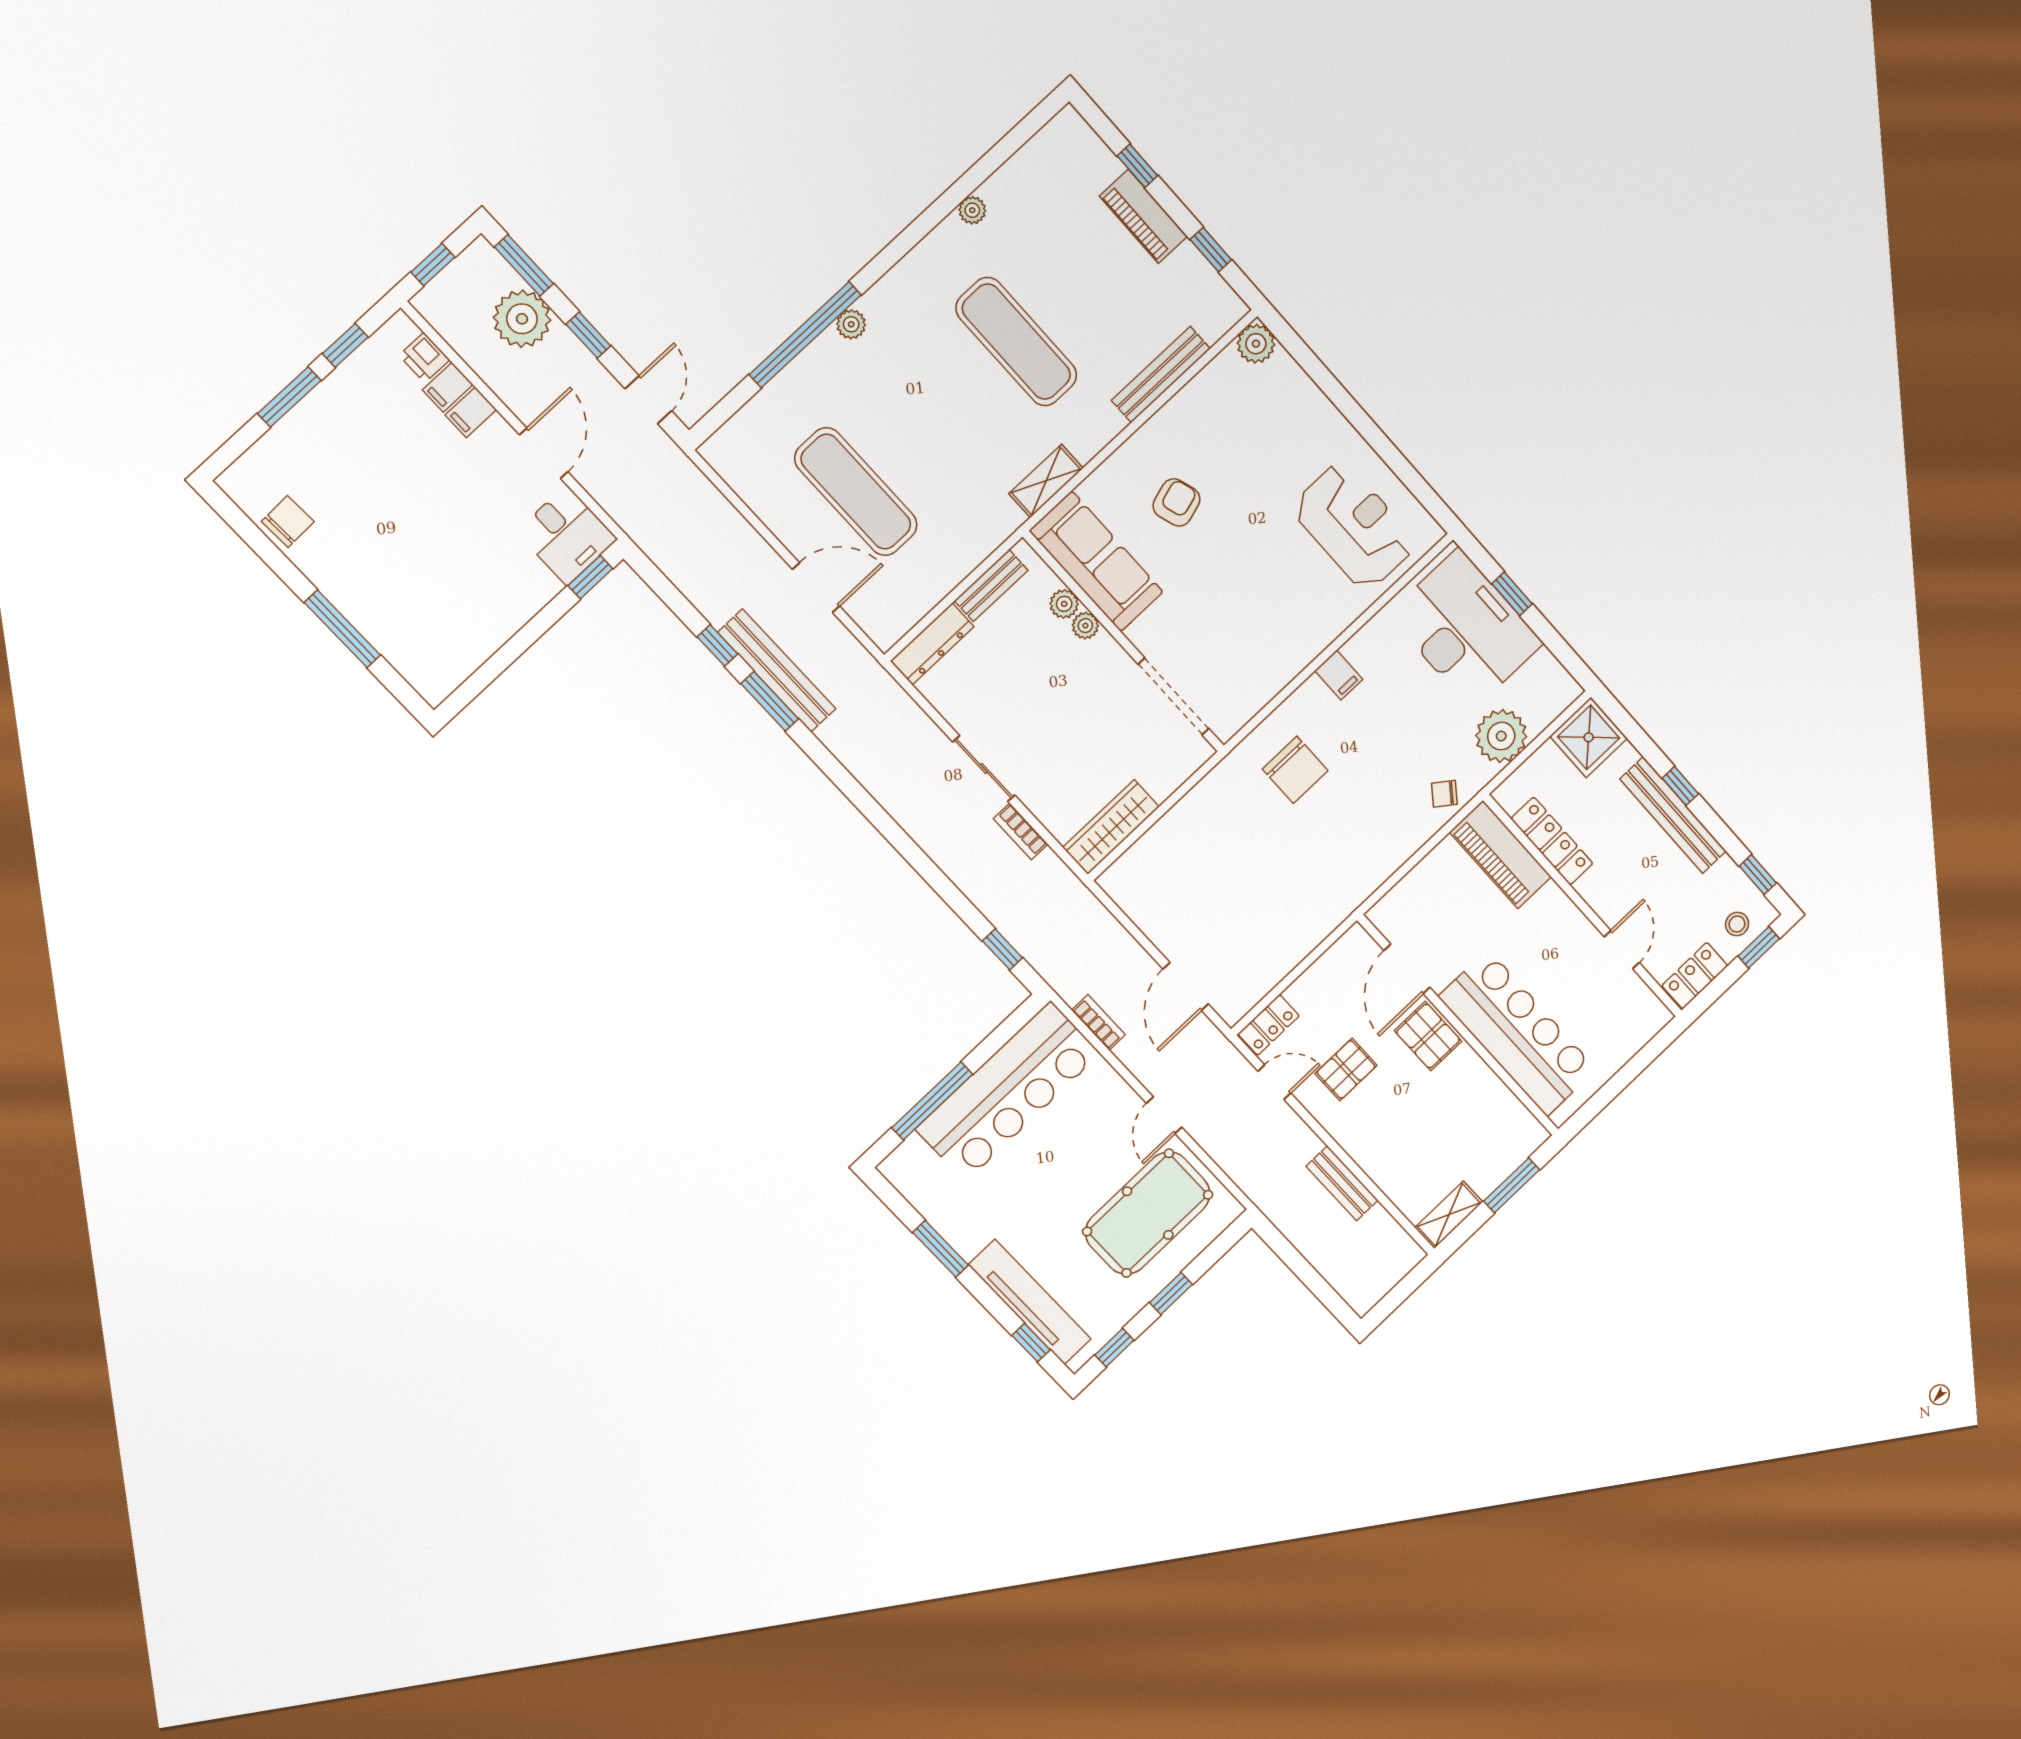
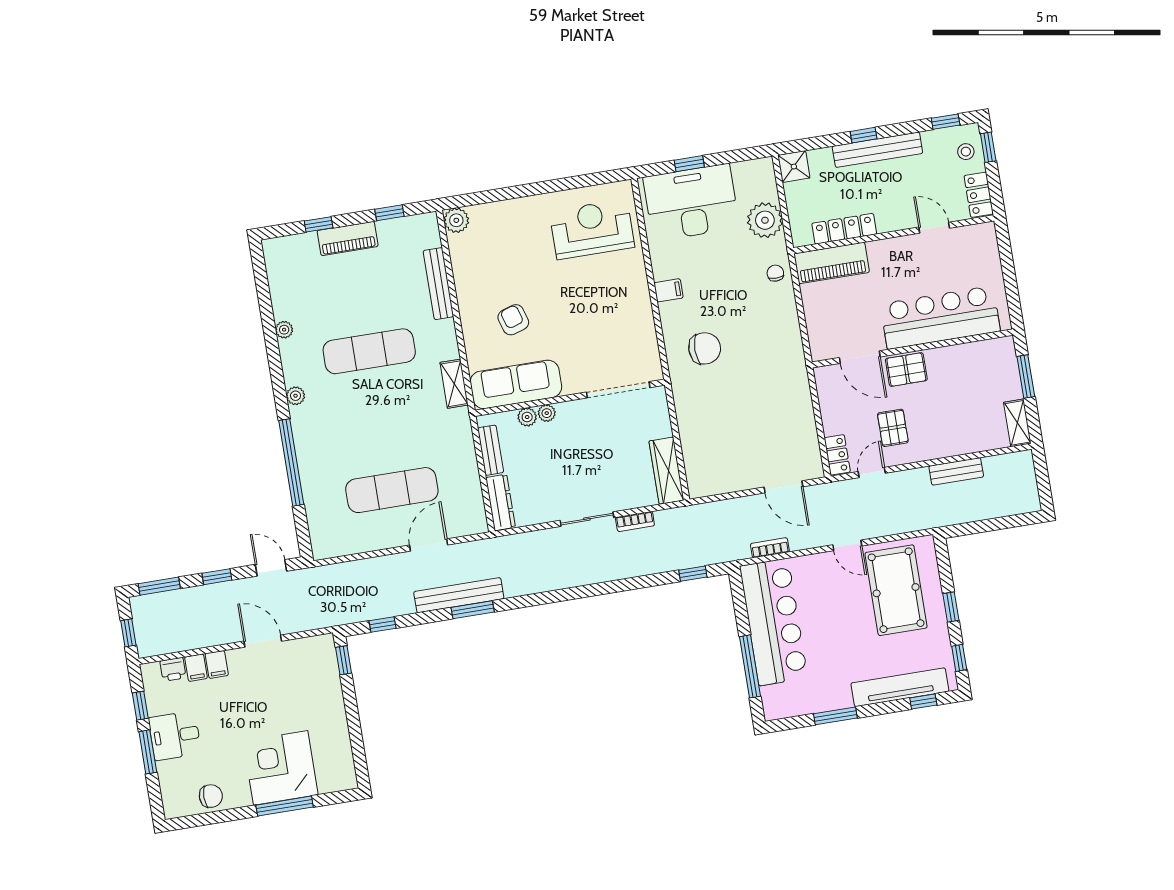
plant: (522, 319) -> (186, 606), removed
plant: (851, 324) -> (295, 396), moved
chair: (288, 521) -> (211, 796), turned 92
desk: (567, 535) -> (175, 736), moved, turned 180
corner desk: (390, 590) -> (281, 768), added
window: (717, 645) -> (383, 624), moved
shower: (1589, 737) -> (794, 167), width x0.73, depth x0.73
chair: (1444, 794) -> (775, 273), turned 143

